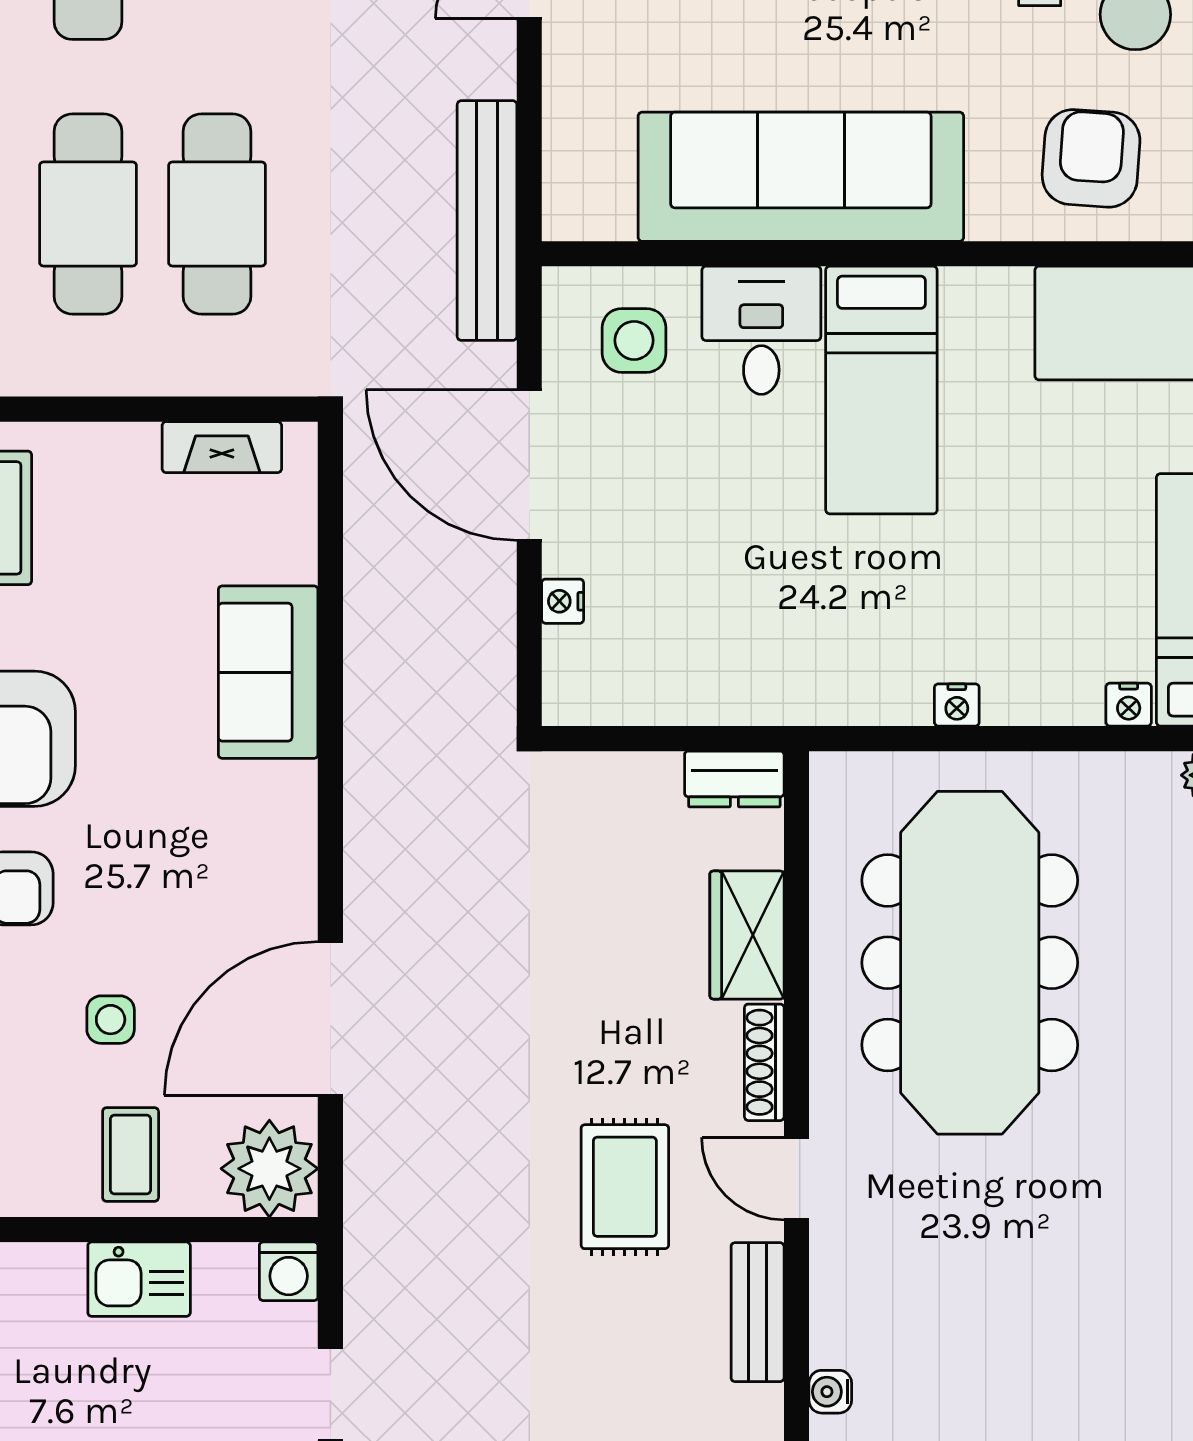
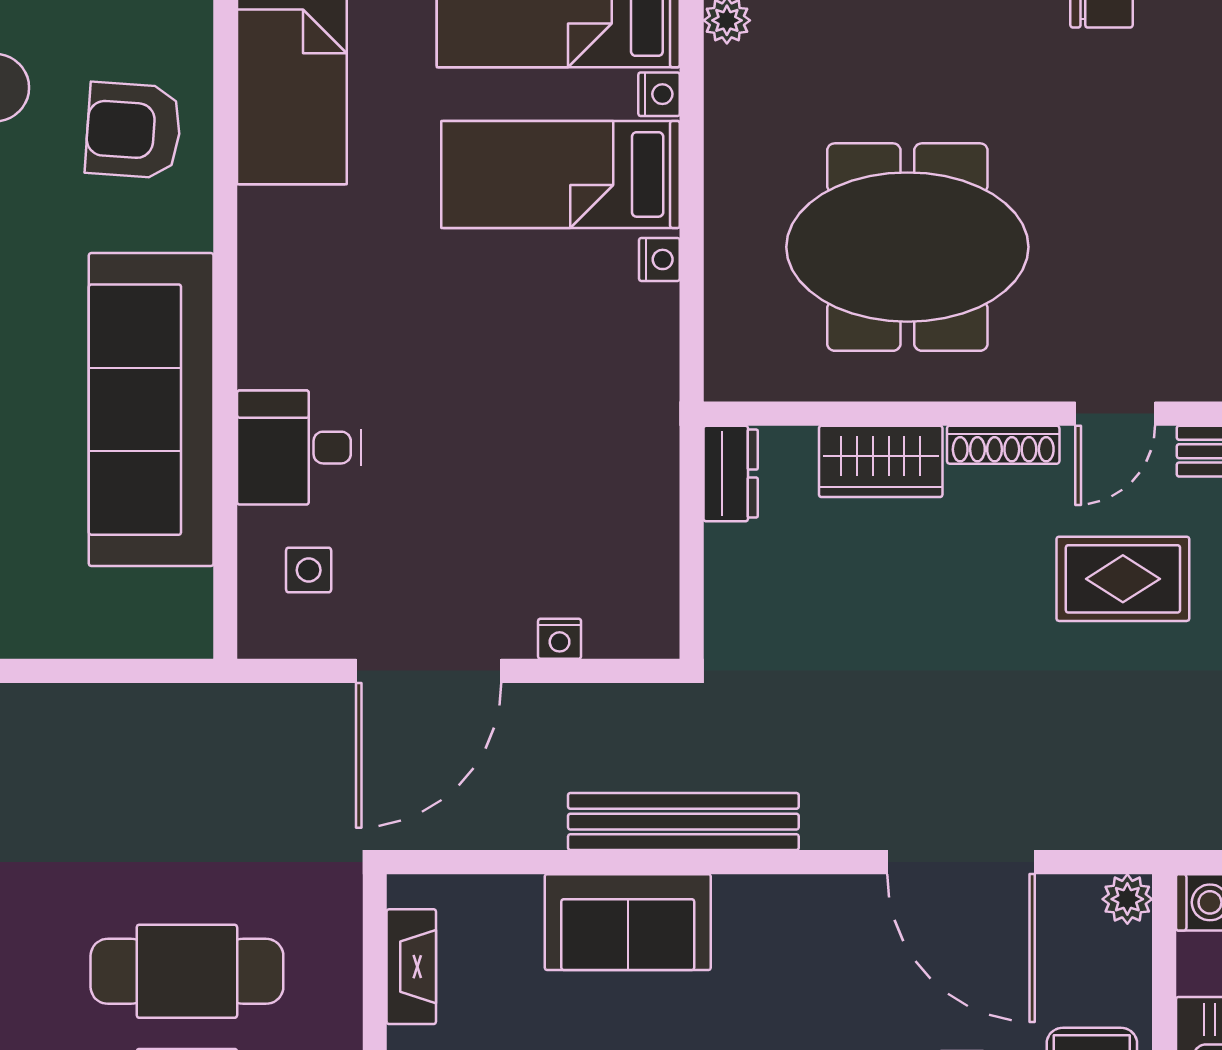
bench: (487, 221) -> (683, 822), moved
side table: (634, 340) -> (309, 570), width x0.73, depth x0.73
bed: (881, 390) -> (561, 174), moved, turned 180
meeting table: (970, 963) -> (907, 247), width x0.73
plant: (269, 1169) -> (1127, 899), width x0.53, depth x0.53

